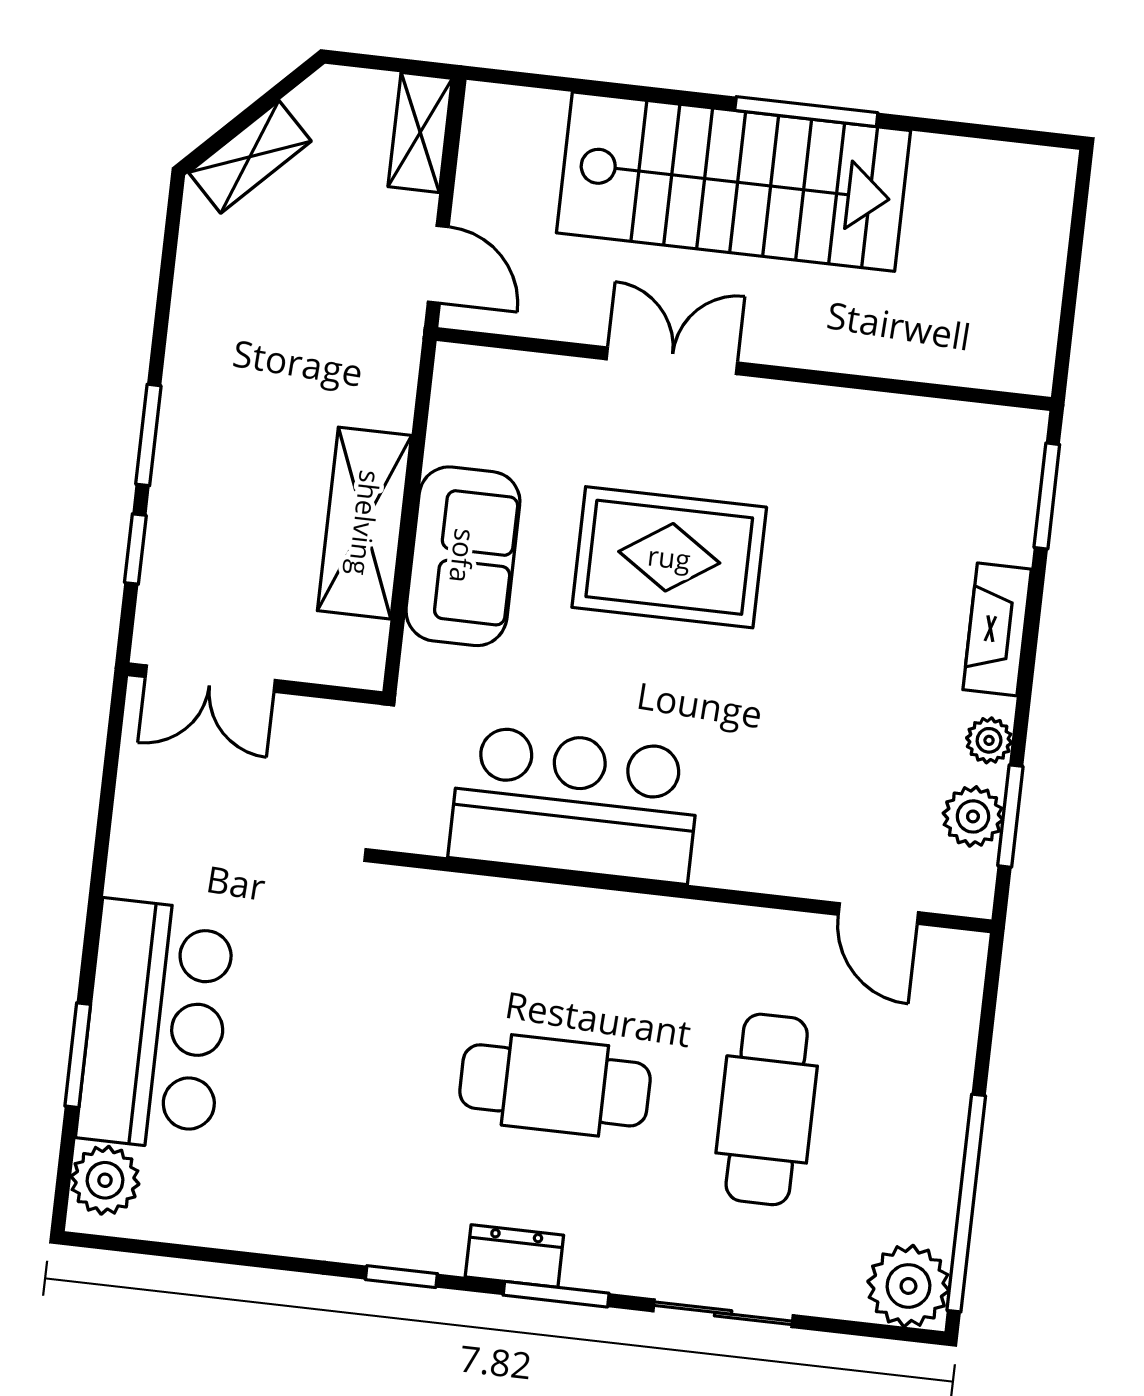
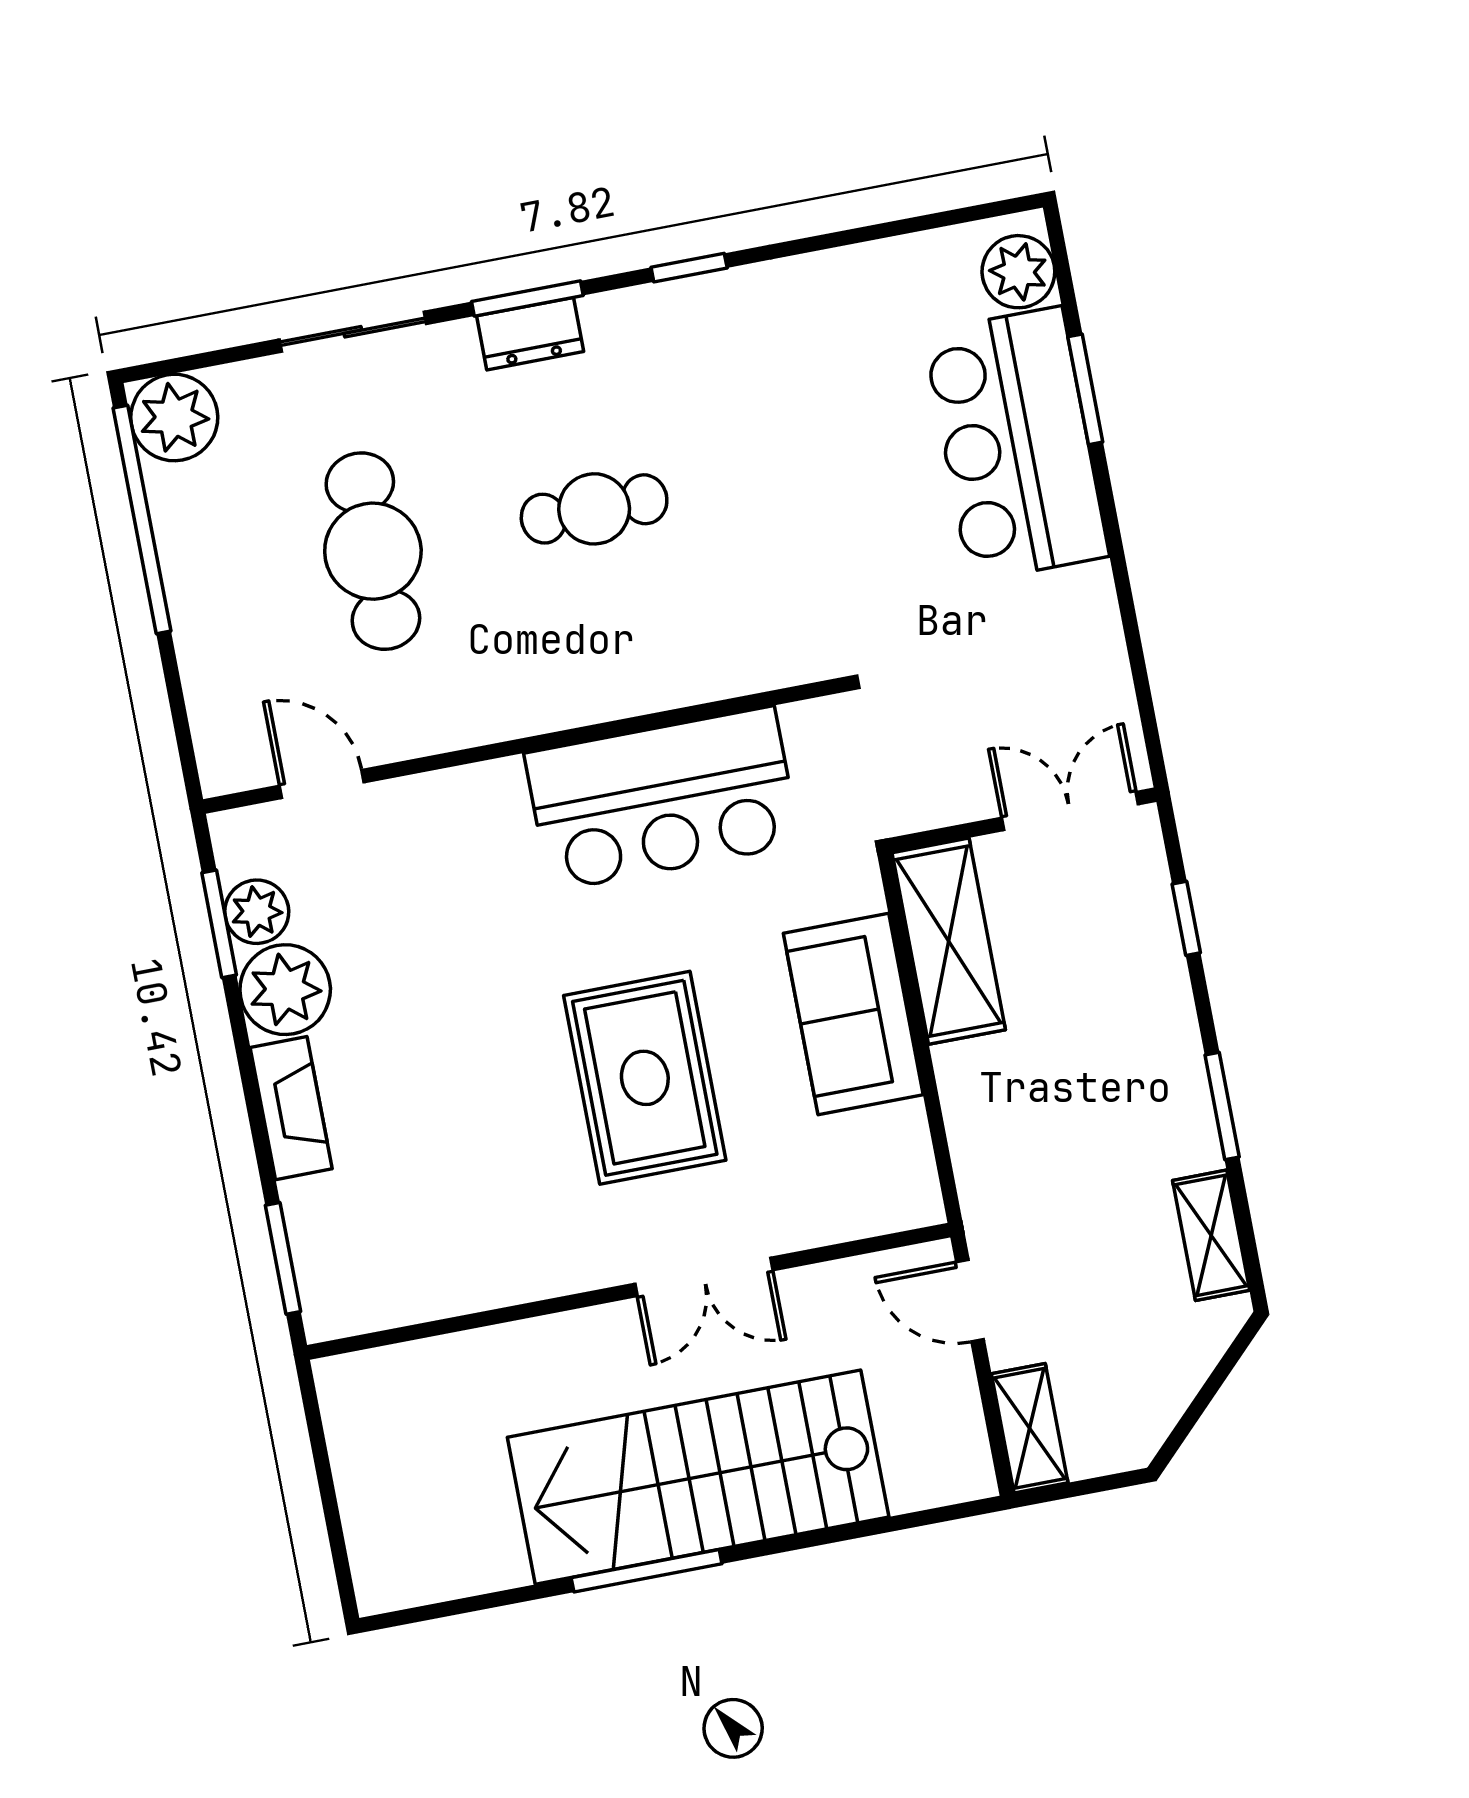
shelving: (250, 157) -> (1211, 1235), moved, turned -45
window: (148, 435) -> (1222, 1106), moved
shelving: (365, 523) -> (949, 941), moved
rug: (669, 557) -> (645, 1078), turned 90
plant: (989, 740) -> (285, 990), width x1.87, depth x1.87
cafe table: (555, 1085) -> (594, 509), width x0.73, depth x0.74
dresser: (514, 1256) -> (530, 334), moved

